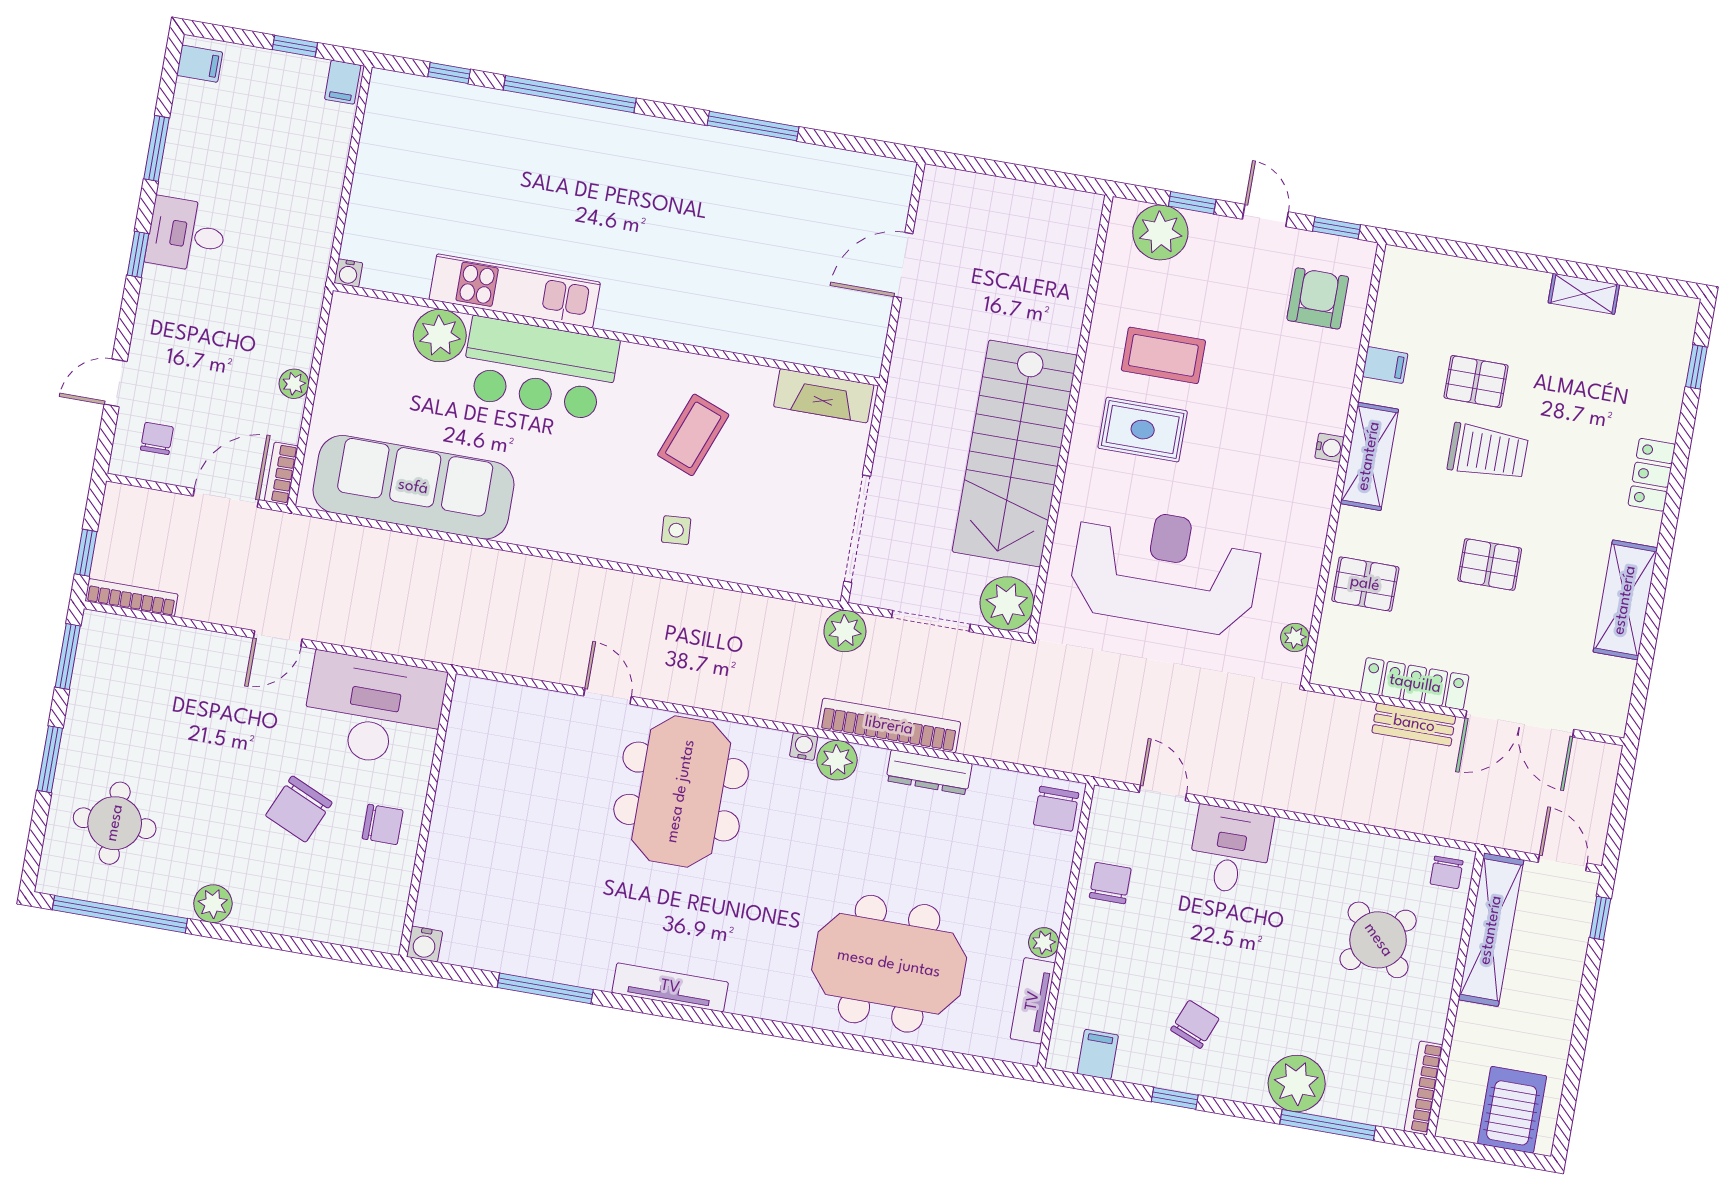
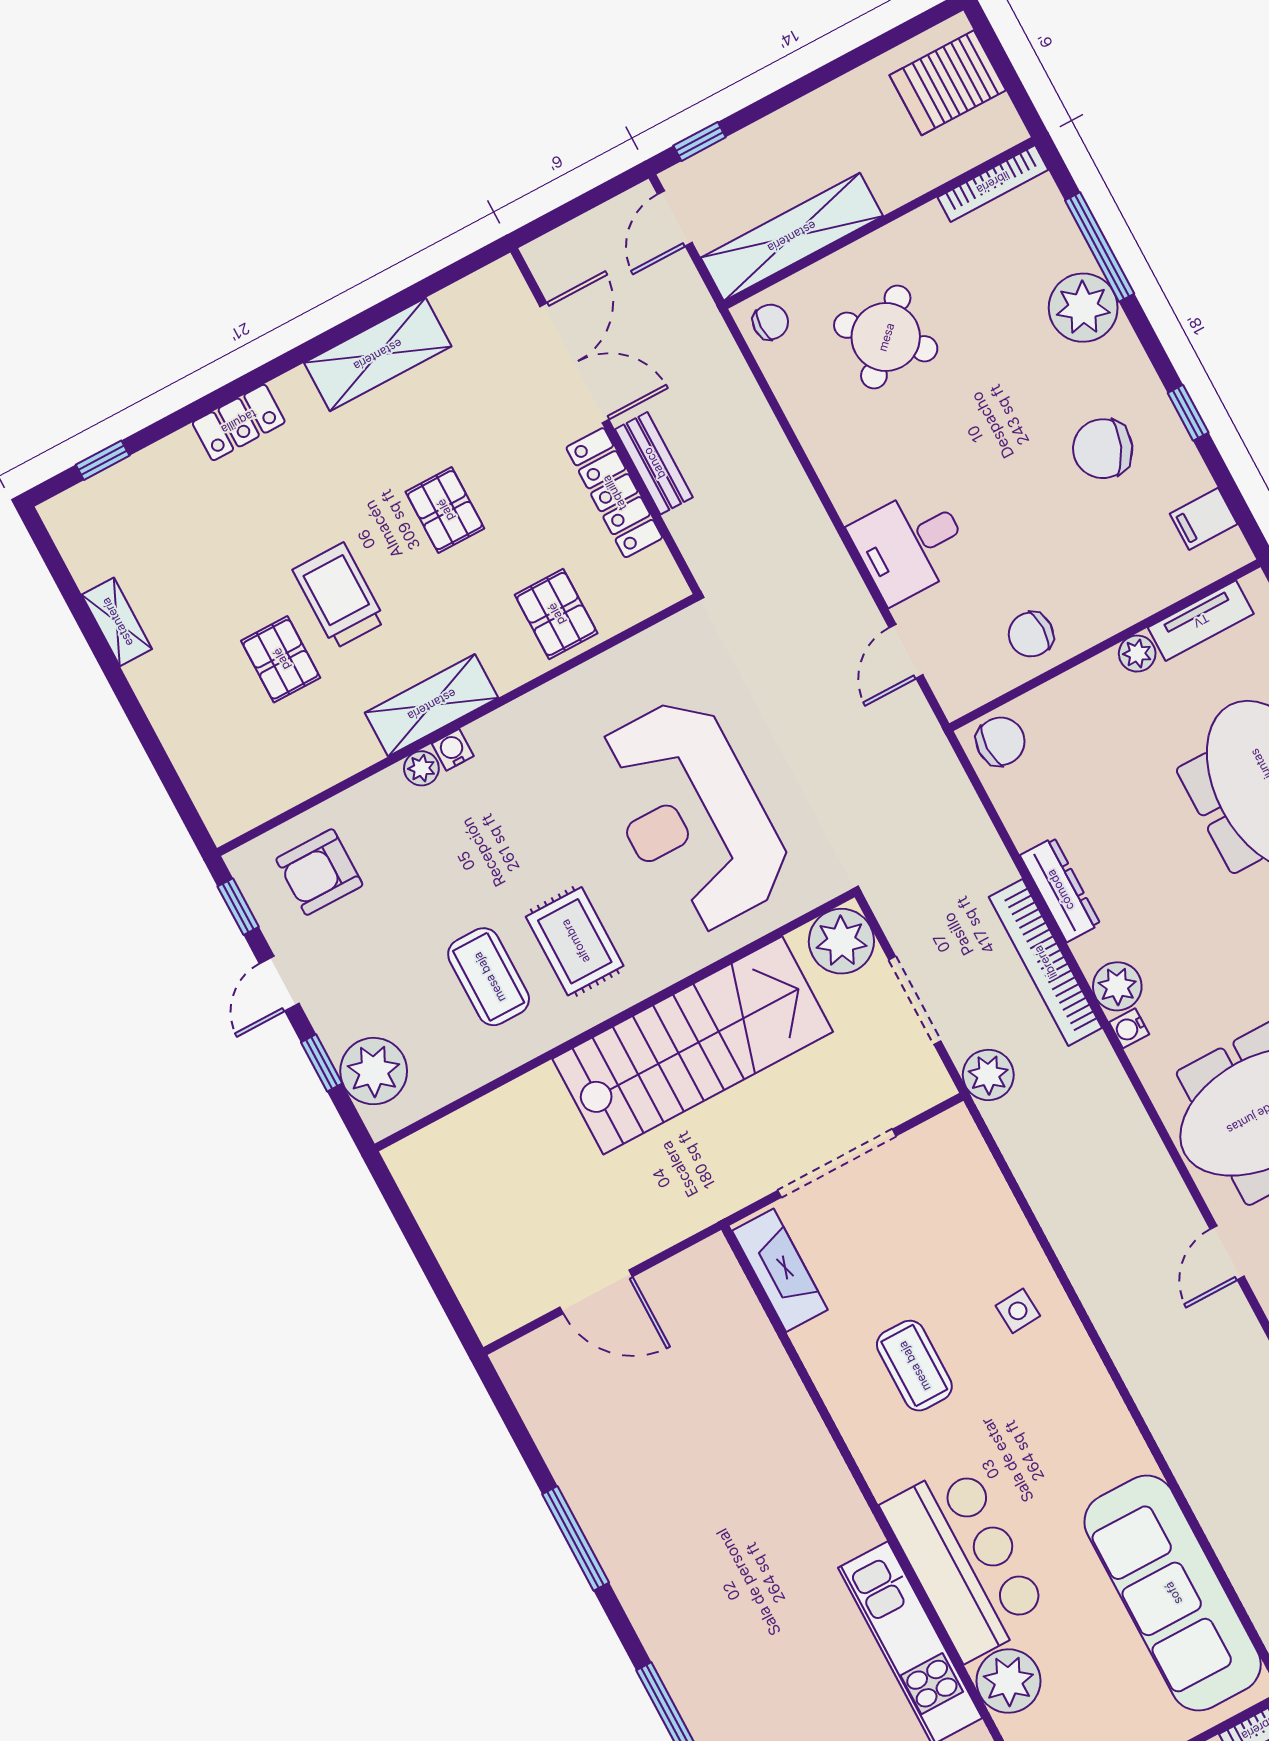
filing cabinet: (1385, 365) -> (333, 758), removed
coffee table: (693, 435) -> (914, 1366), turned 69
doorway: (857, 529) -> (837, 1163), moved
plant: (1295, 637) -> (421, 768), moved
chair: (1195, 1024) -> (1103, 449), width x1.37, depth x1.37

